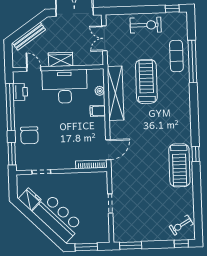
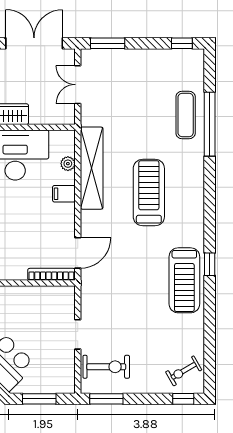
window: (123, 10) -> (108, 43), added
exercise bike: (146, 25) -> (106, 367), moved
treadmill: (146, 81) -> (149, 193), moved

